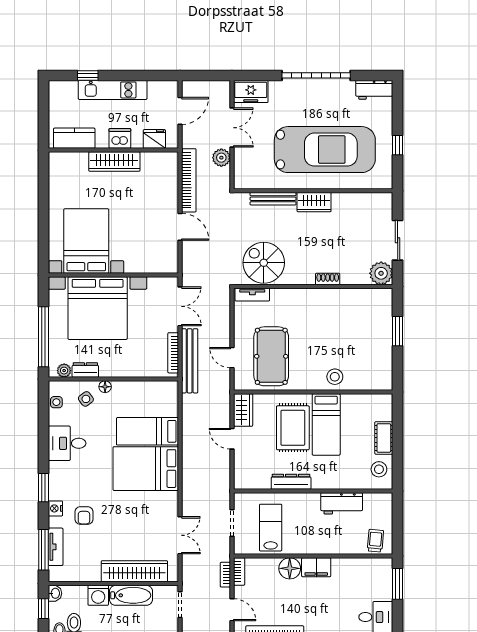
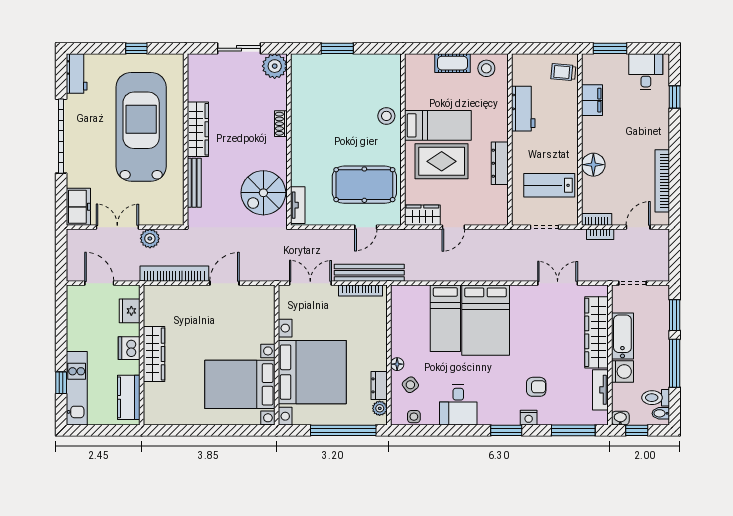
kitchen unit: (113, 90) -> (77, 388), moved
wardrobe: (314, 202) -> (198, 129), width x1.50
tv unit: (56, 547) -> (600, 390), moved, turned -90
filing cabinet: (316, 567) -> (592, 100), moved

